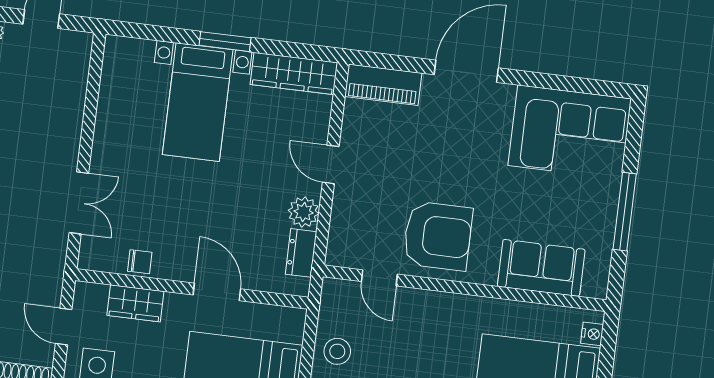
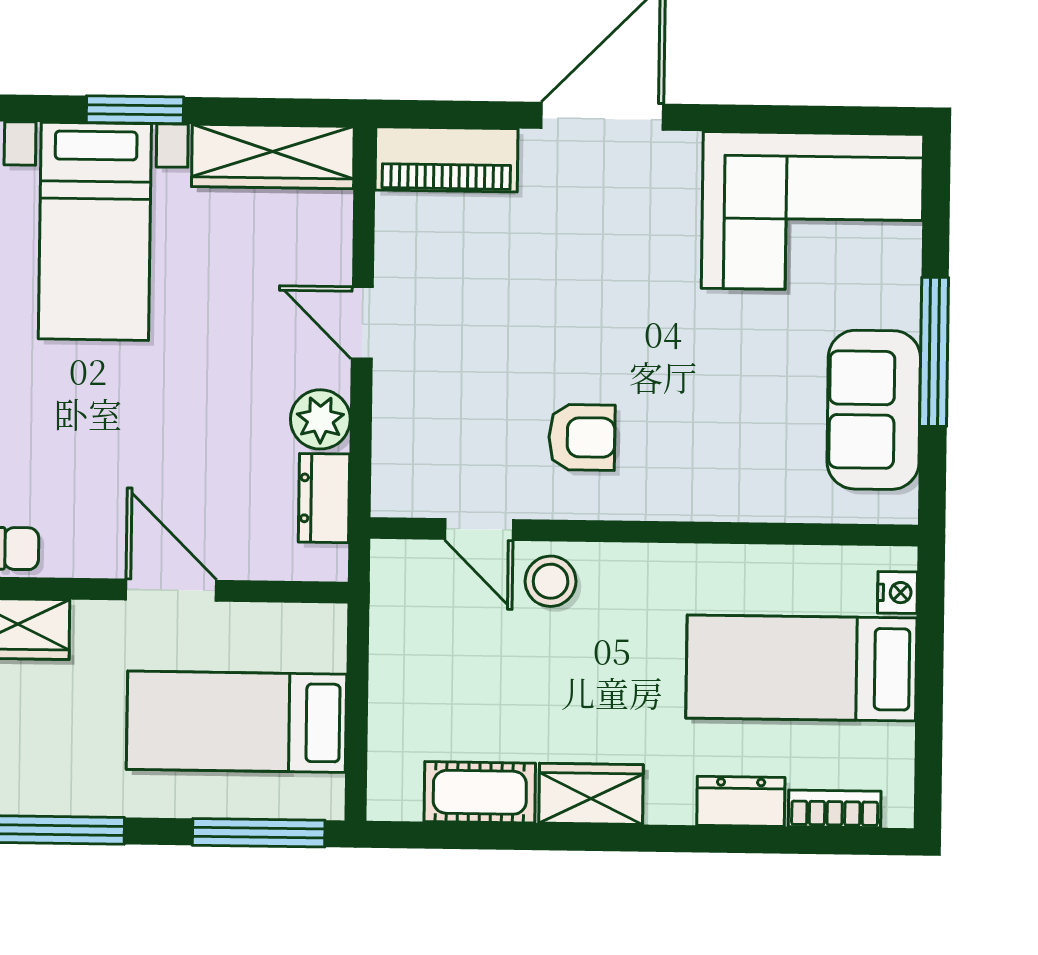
armchair: (438, 236) -> (582, 437), width x0.53, depth x0.53
sofa: (541, 268) -> (874, 410), moved, turned -90
stool: (337, 351) -> (551, 581), moved

